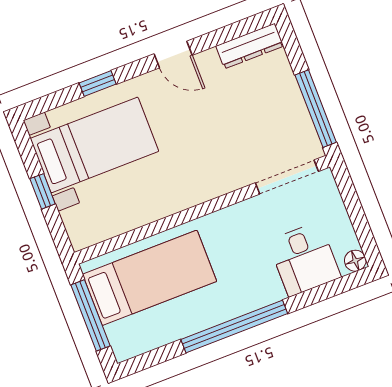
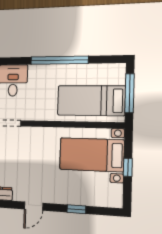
door: (173, 54) -> (34, 206), swing flipped
bed with nightstands: (94, 145) -> (92, 155), moved

